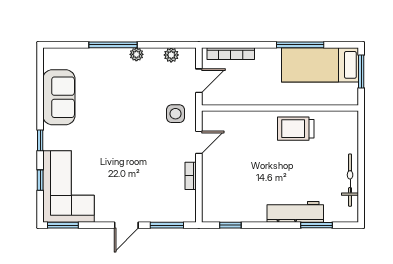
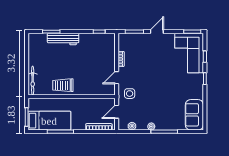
sofa: (59, 97) -> (194, 115), moved
trolley: (296, 129) -> (63, 85), turned 180
bicycle: (350, 180) -> (33, 81), moved

